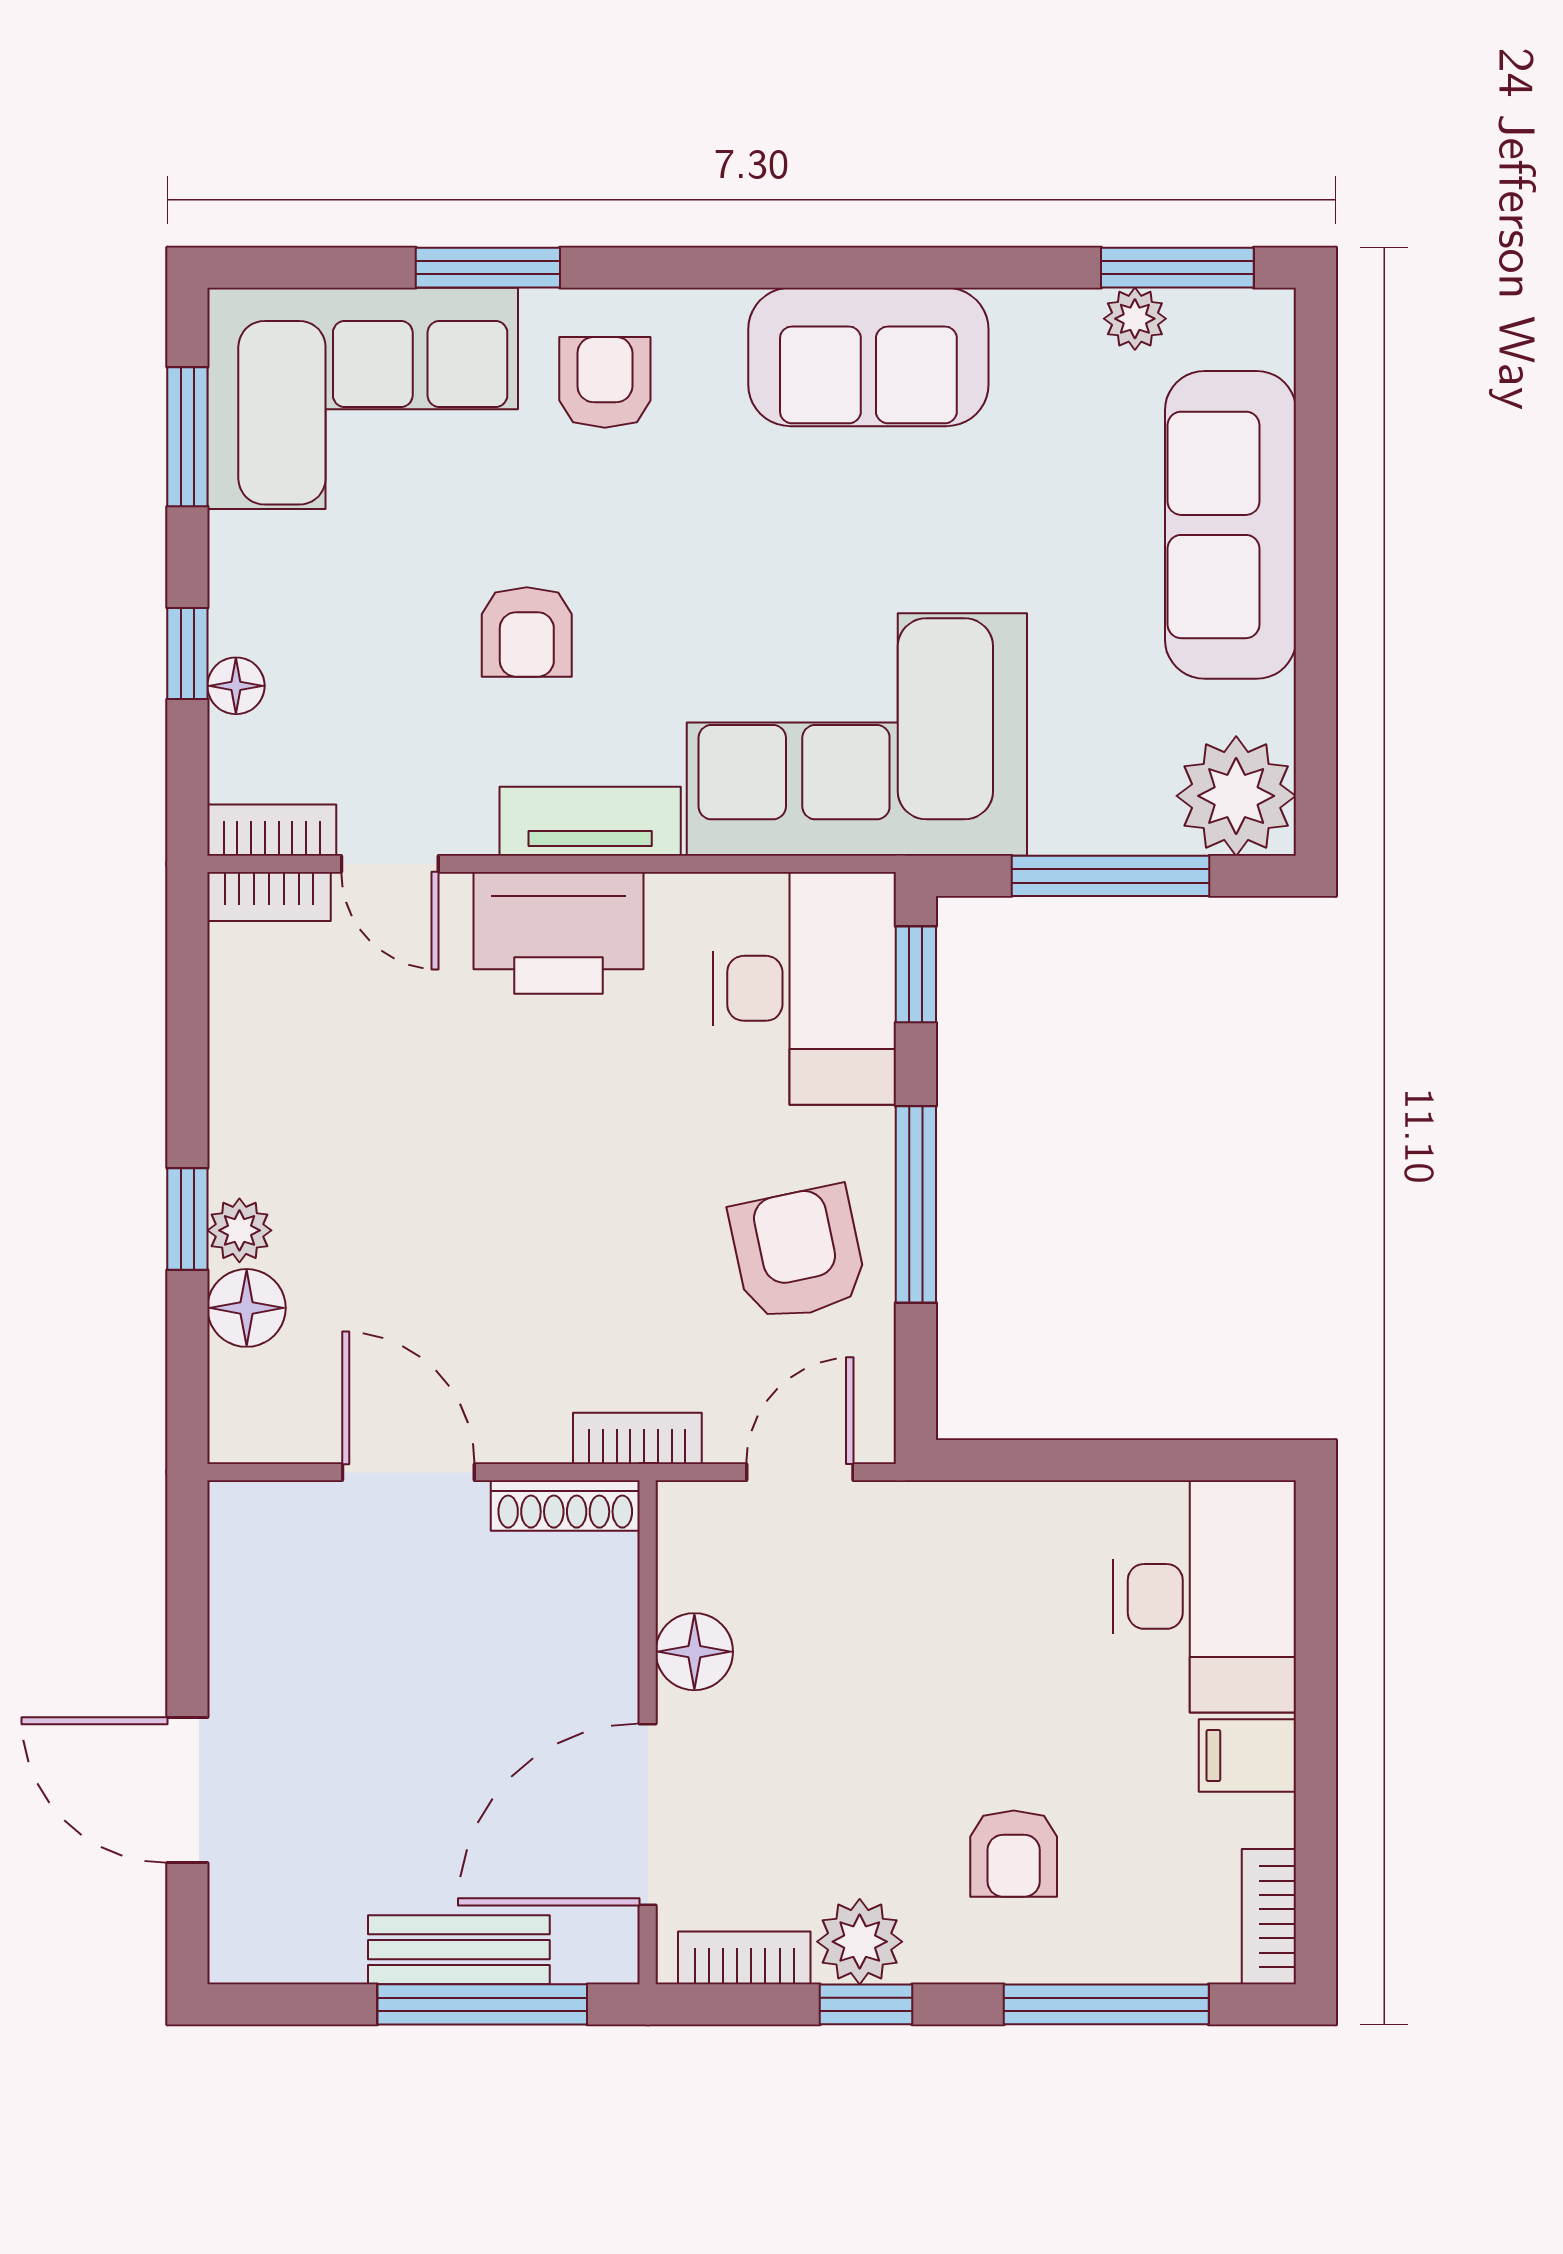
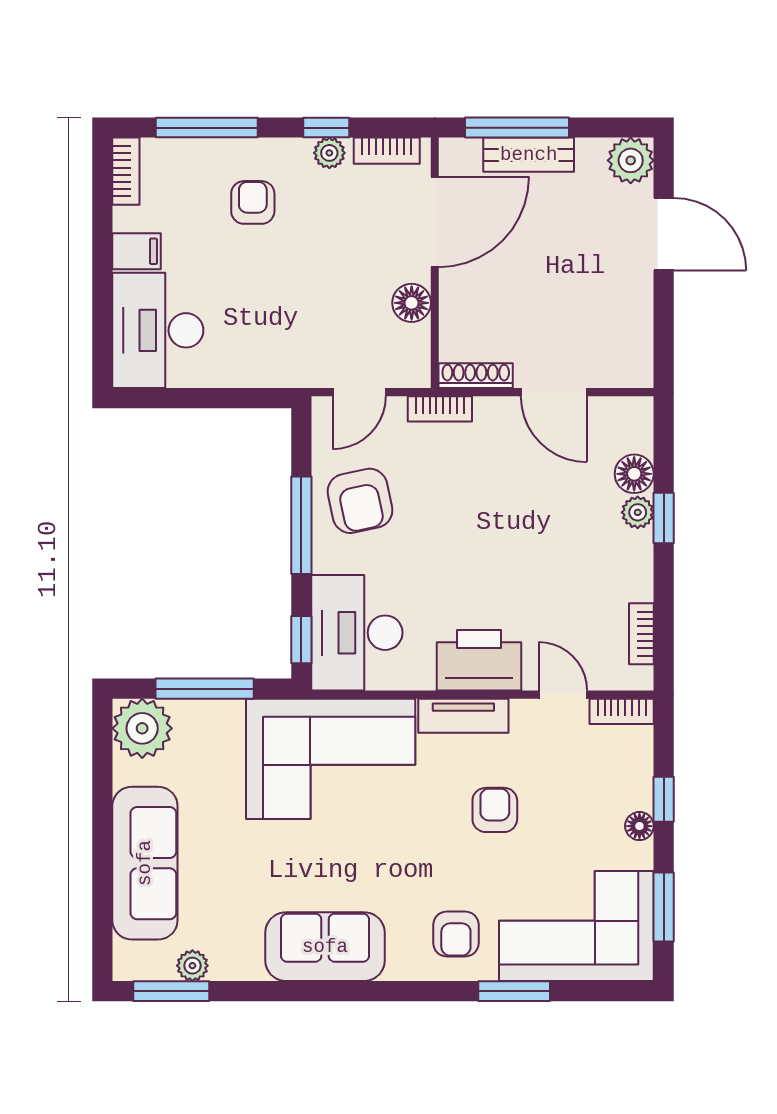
floor lamp: (236, 686) -> (639, 826), moved
bookcase: (269, 896) -> (641, 634), moved, turned -90
plant: (254, 1938) -> (631, 160), added
plant: (860, 1942) -> (329, 153), width x0.73, depth x0.73

